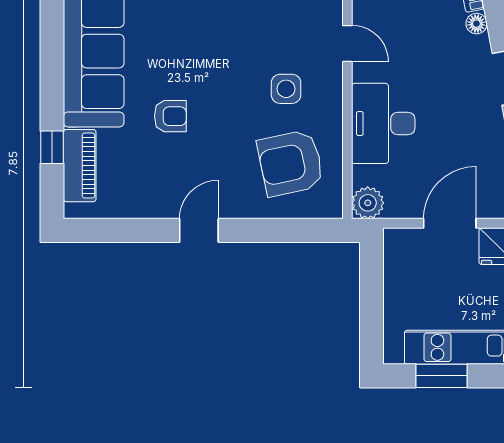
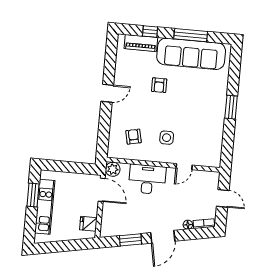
window: (52, 56) -> (191, 35), added
armchair: (291, 163) -> (133, 137), width x0.53, depth x0.53
door: (450, 223) -> (102, 190), moved
door: (199, 230) -> (107, 93), hinge flipped

